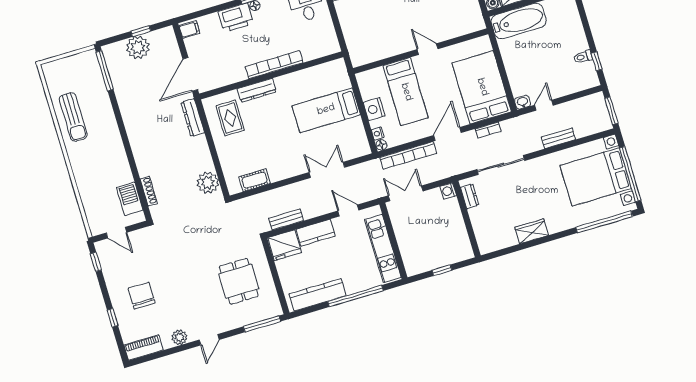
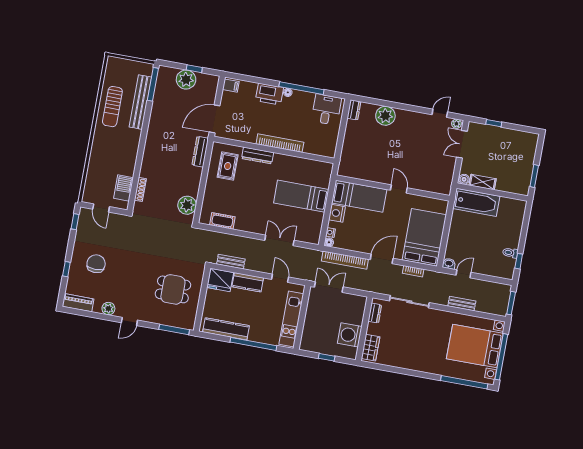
bed: (406, 92) -> (359, 196), moved, turned -90
bench: (101, 97) -> (140, 102), added
washing machine: (448, 191) -> (350, 335), moved, width x1.89, depth x1.89
wardrobe: (532, 231) -> (371, 348), moved, turned 90
dining table: (239, 281) -> (173, 289), turned 90

